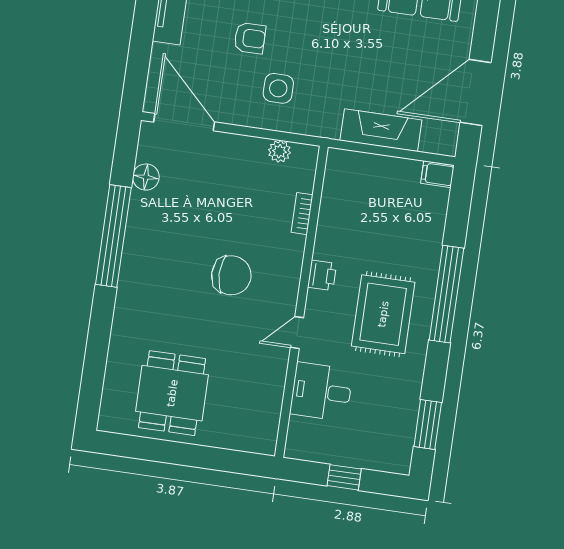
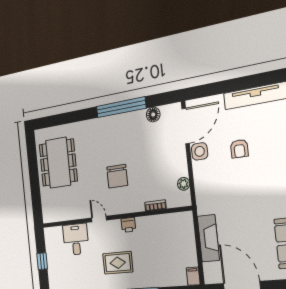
side table: (278, 88) -> (200, 151), moved
rug: (383, 314) -> (118, 263), width x0.73, depth x0.70
dining table: (172, 393) -> (58, 163), width x1.38

